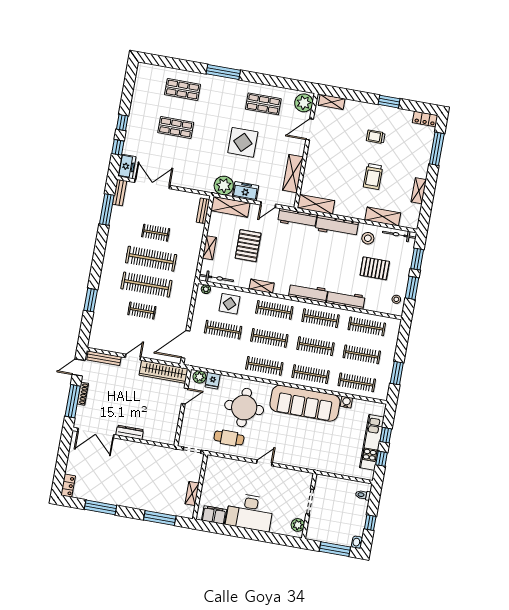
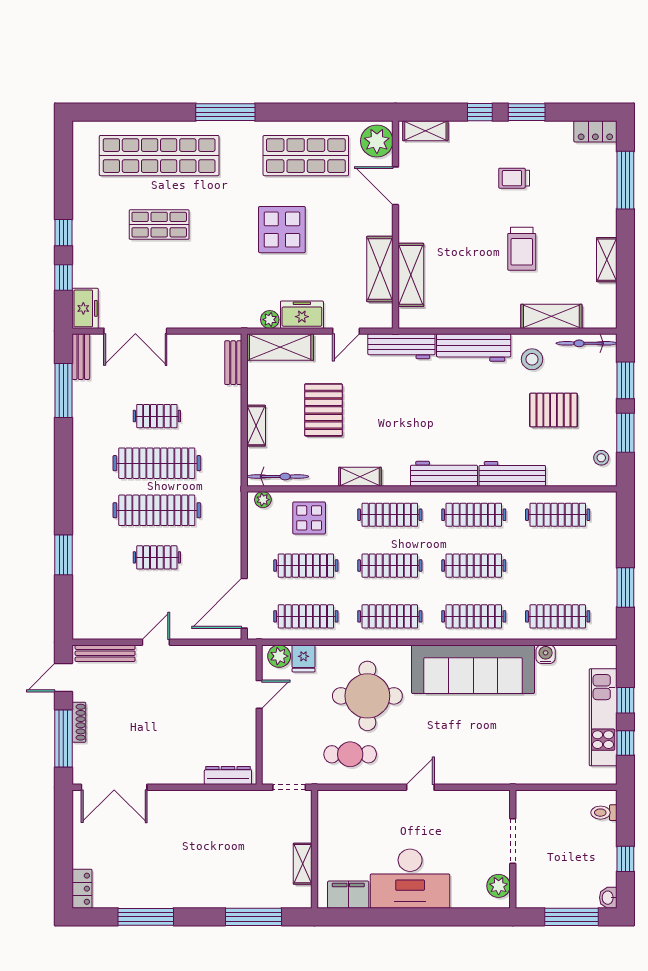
shop shelf: (182, 90) -> (159, 156), width x2.00, depth x1.36
window: (363, 97) -> (480, 112), added
shop shelf: (263, 104) -> (306, 156), width x1.43, depth x1.36
door: (310, 129) -> (396, 186), hinge flipped
double door: (152, 184) -> (135, 331), swing flipped
plant: (224, 186) -> (270, 320), width x0.53, depth x0.53
shelving: (316, 204) -> (411, 275), moved, turned 90
clothes rail: (362, 354) -> (306, 616), moved
wardrobe: (164, 372) -> (214, 658), removed
dresser: (130, 432) -> (228, 775), moved

